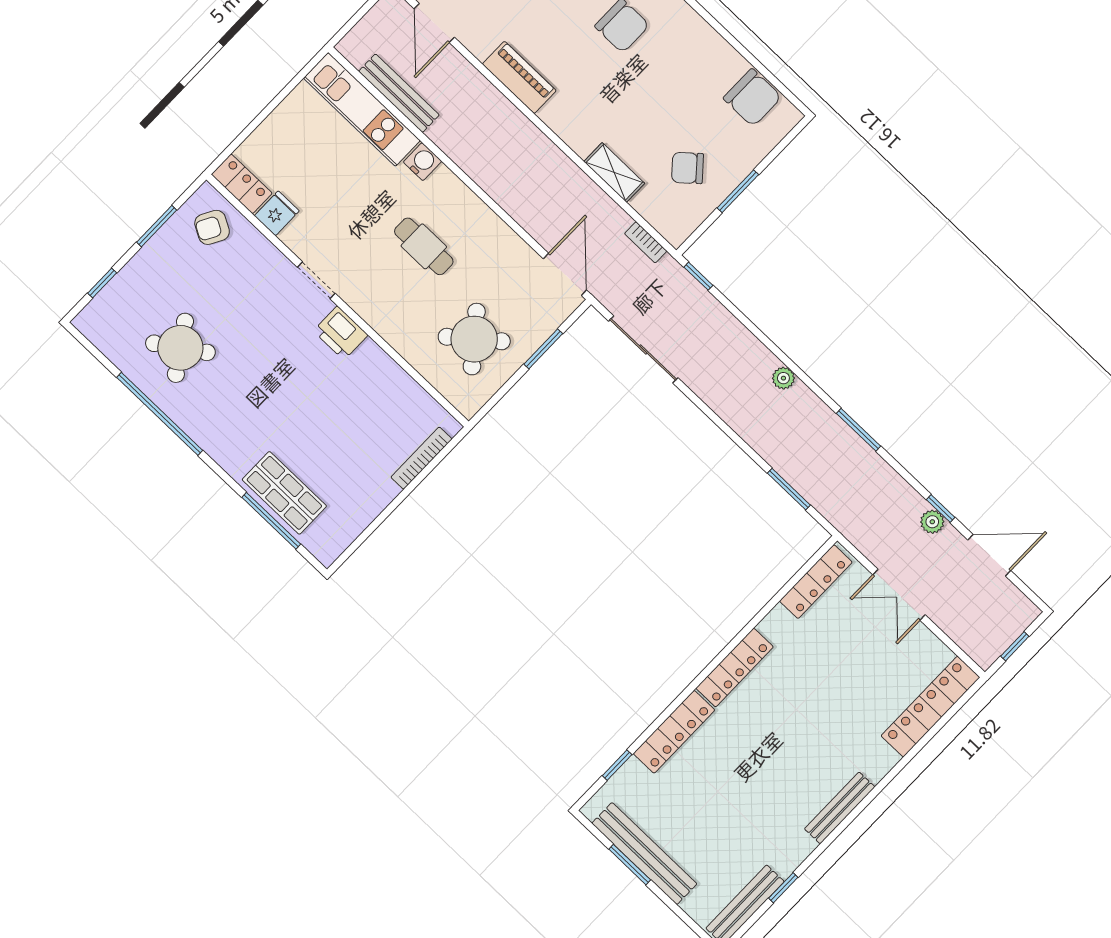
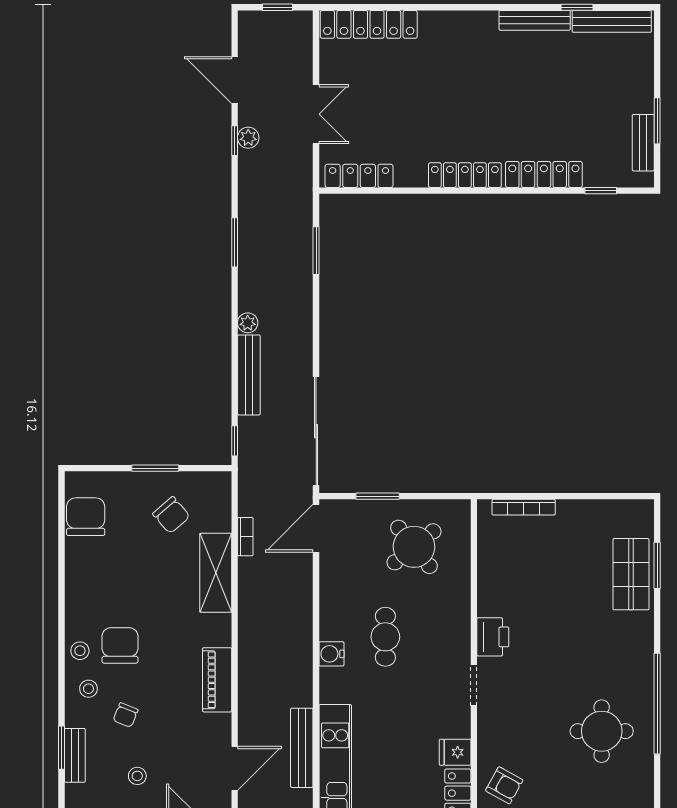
water cooler: (423, 162) -> (331, 654), moved
shelving: (614, 172) -> (216, 573), width x1.50, depth x1.33
bookcase: (646, 242) -> (245, 537), moved
bench: (741, 339) -> (249, 375), added
round table: (180, 348) -> (602, 731), turned 34
sliding door: (643, 349) -> (316, 431), width x1.36
window: (271, 521) -> (657, 565), width x0.69
bench: (840, 808) -> (535, 20), moved
bench: (644, 854) -> (643, 143), width x0.54, depth x0.82

